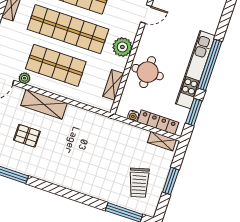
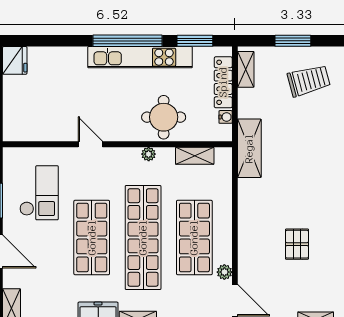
plant: (122, 47) -> (149, 154), width x0.53, depth x0.53
shelving: (44, 104) -> (249, 148), moved

